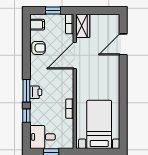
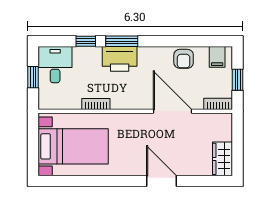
wardrobe: (83, 26) -> (223, 159), moved, turned 90
door: (123, 44) -> (162, 181), moved
printer: (36, 92) -> (120, 59), width x1.87, depth x1.48

